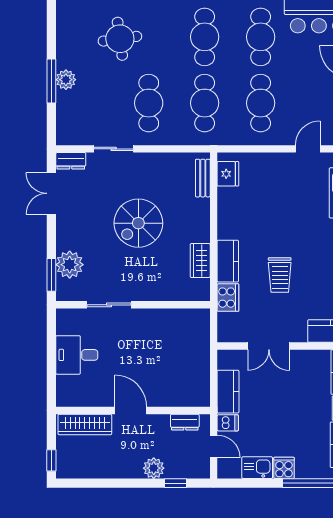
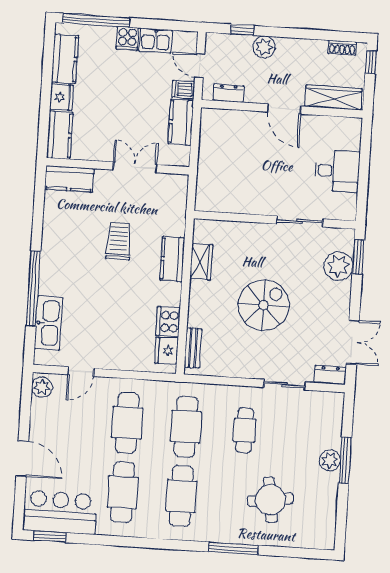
cafe table: (149, 103) -> (245, 430), width x0.73, depth x0.74
cooker: (228, 298) -> (168, 322), moved
shoe rack: (79, 472) -> (342, 48), added

